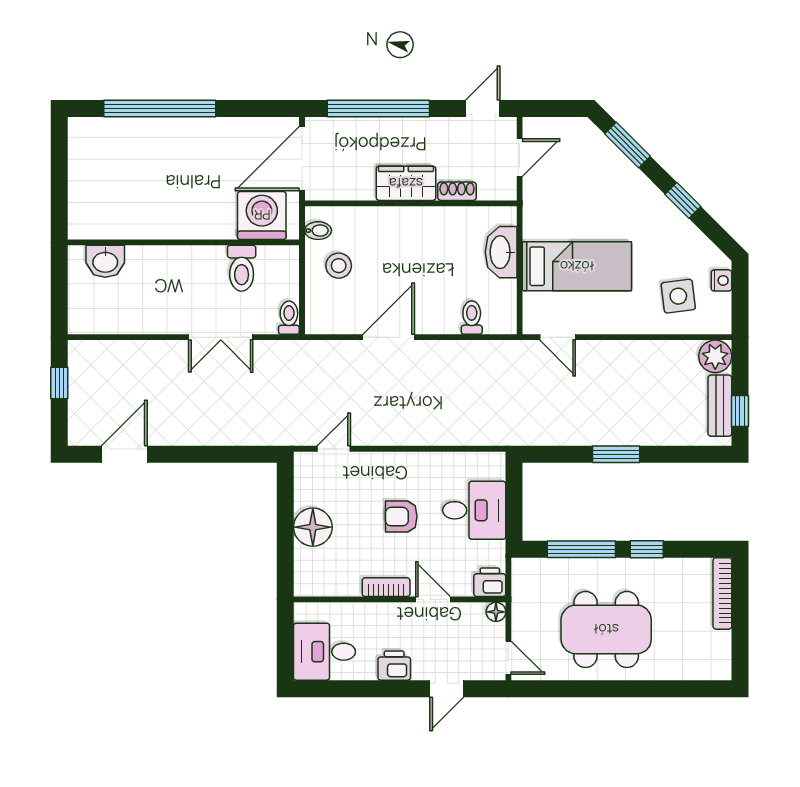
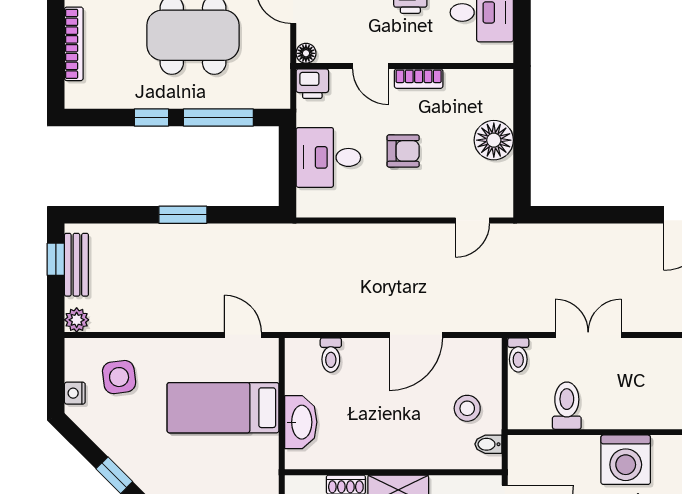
washing machine: (262, 215) -> (626, 460), moved
plant: (715, 356) -> (77, 320), width x0.73, depth x0.73
bookcase: (722, 593) -> (74, 44), moved

